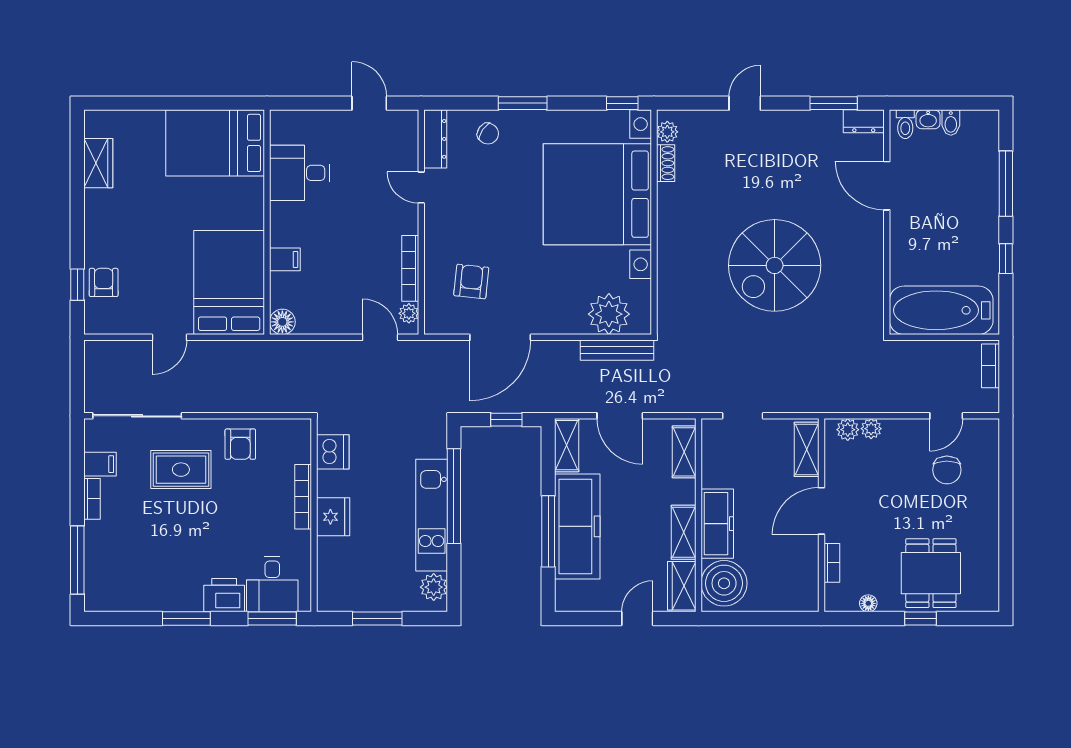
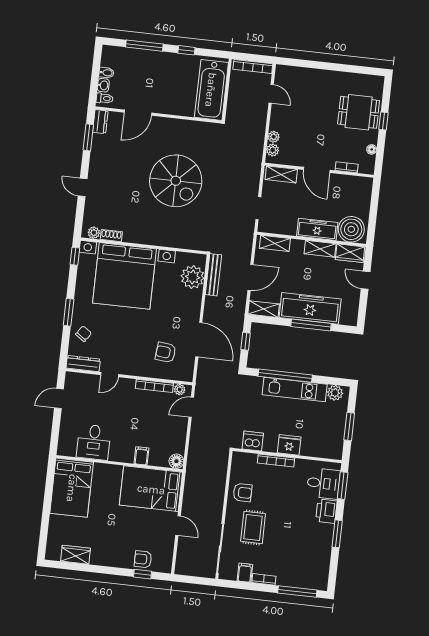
bookcase: (991, 366) -> (253, 66), width x1.56
chair: (947, 470) -> (302, 97), removed

